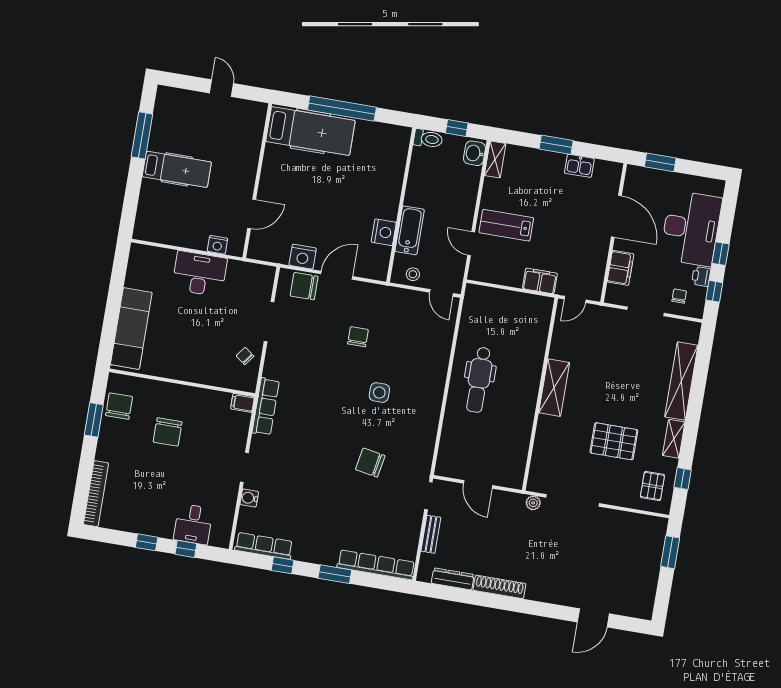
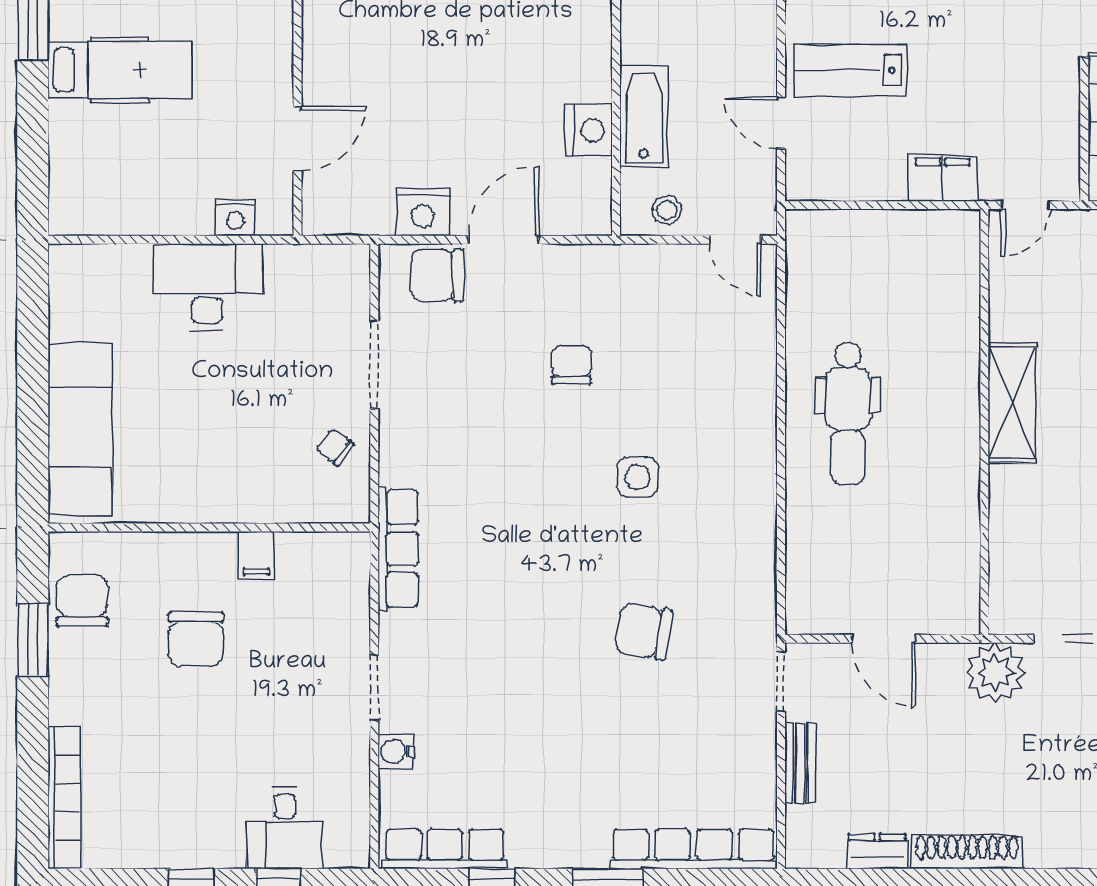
filing cabinet: (243, 403) -> (256, 555), moved, turned -90
plant: (533, 503) -> (995, 673), width x1.87, depth x1.87
dresser: (453, 579) -> (877, 852), width x0.70

